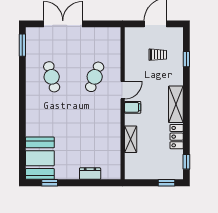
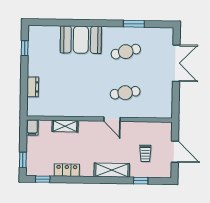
window: (22, 45) -> (134, 24), moved
cafe table: (95, 77) -> (125, 93), turned -30
shelving: (176, 104) -> (112, 170), moved
filing cabinet: (133, 107) -> (32, 128), moved
booth: (40, 158) -> (81, 40), moved

